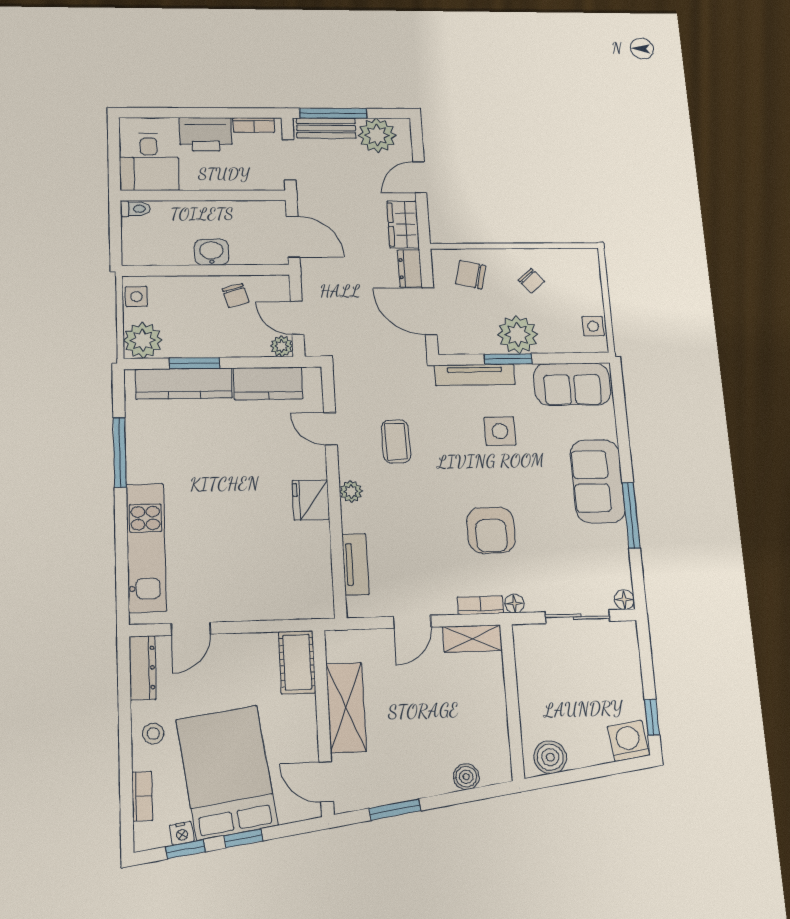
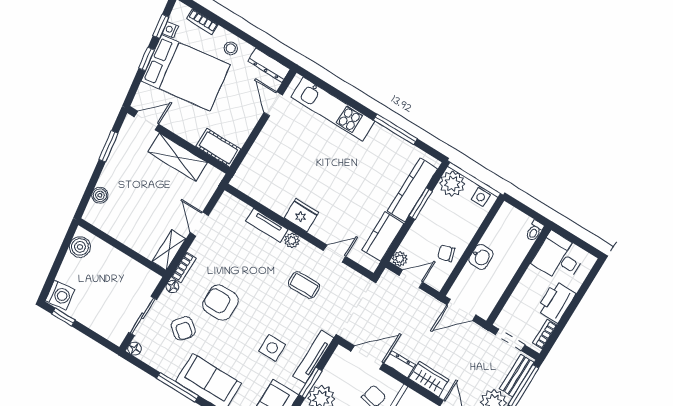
armchair: (556, 556) -> (183, 328), added
tv unit: (355, 564) -> (267, 225), moved

